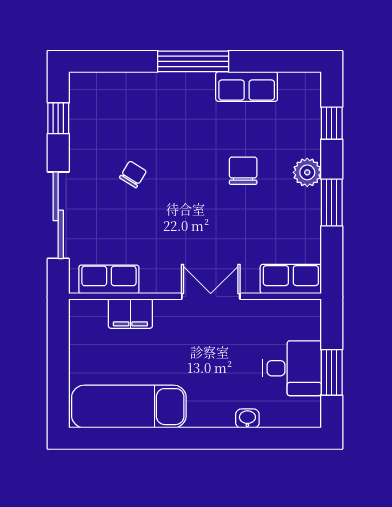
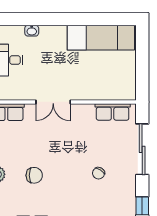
chair: (243, 171) -> (34, 175), turned -90
filing cabinet: (130, 314) -> (100, 92), removed

